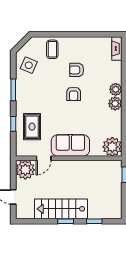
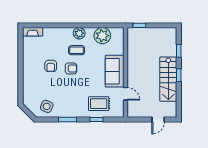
coffee table: (52, 49) -> (77, 50), moved
plant: (116, 89) -> (67, 33), removed
plant: (112, 147) -> (102, 36), moved
plant: (25, 170) -> (135, 109), removed

